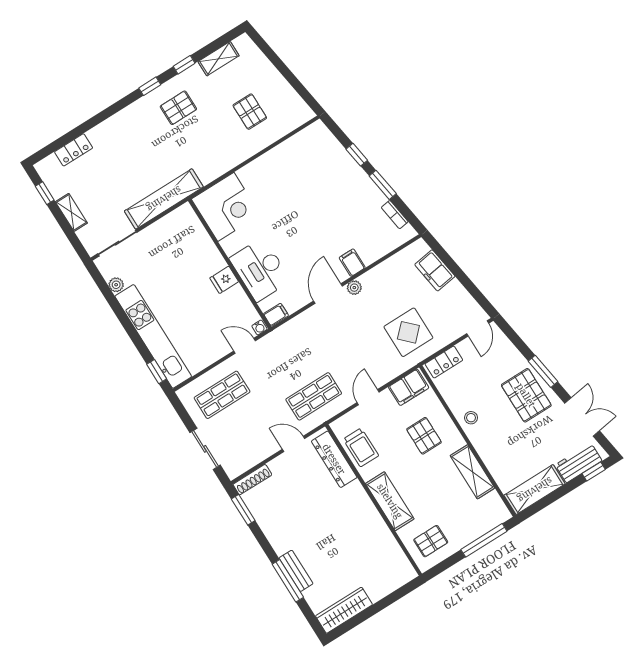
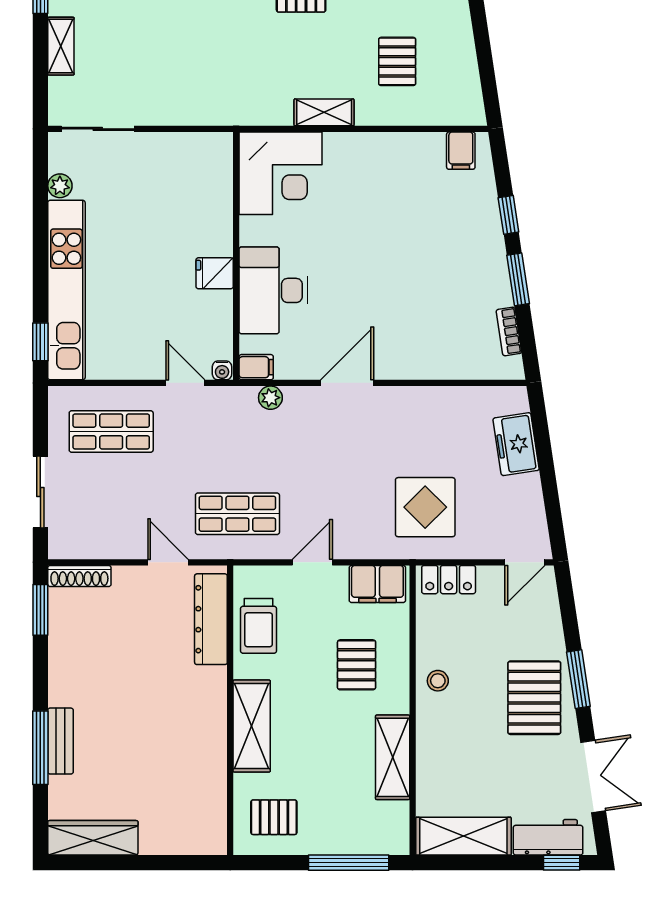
shelving: (164, 199) -> (324, 112), moved, width x0.45, depth x0.75
filing cabinet: (352, 263) -> (461, 151), moved, turned 180
plant: (354, 288) -> (270, 398), moved

